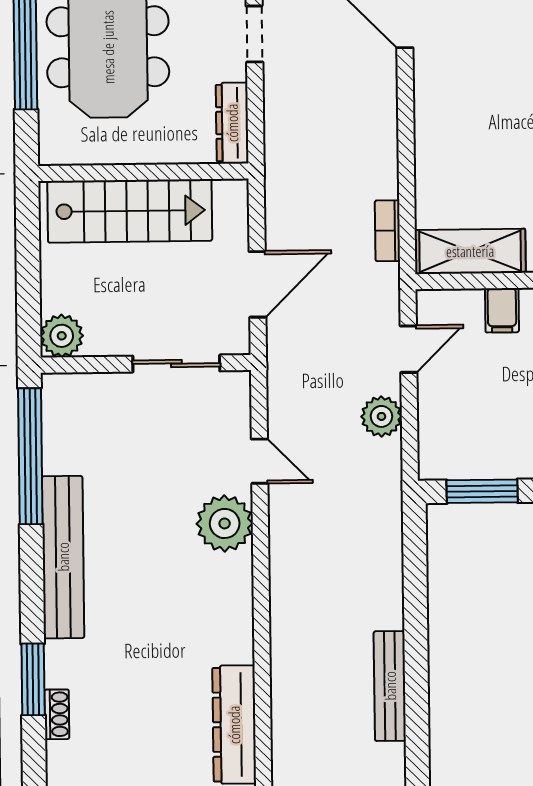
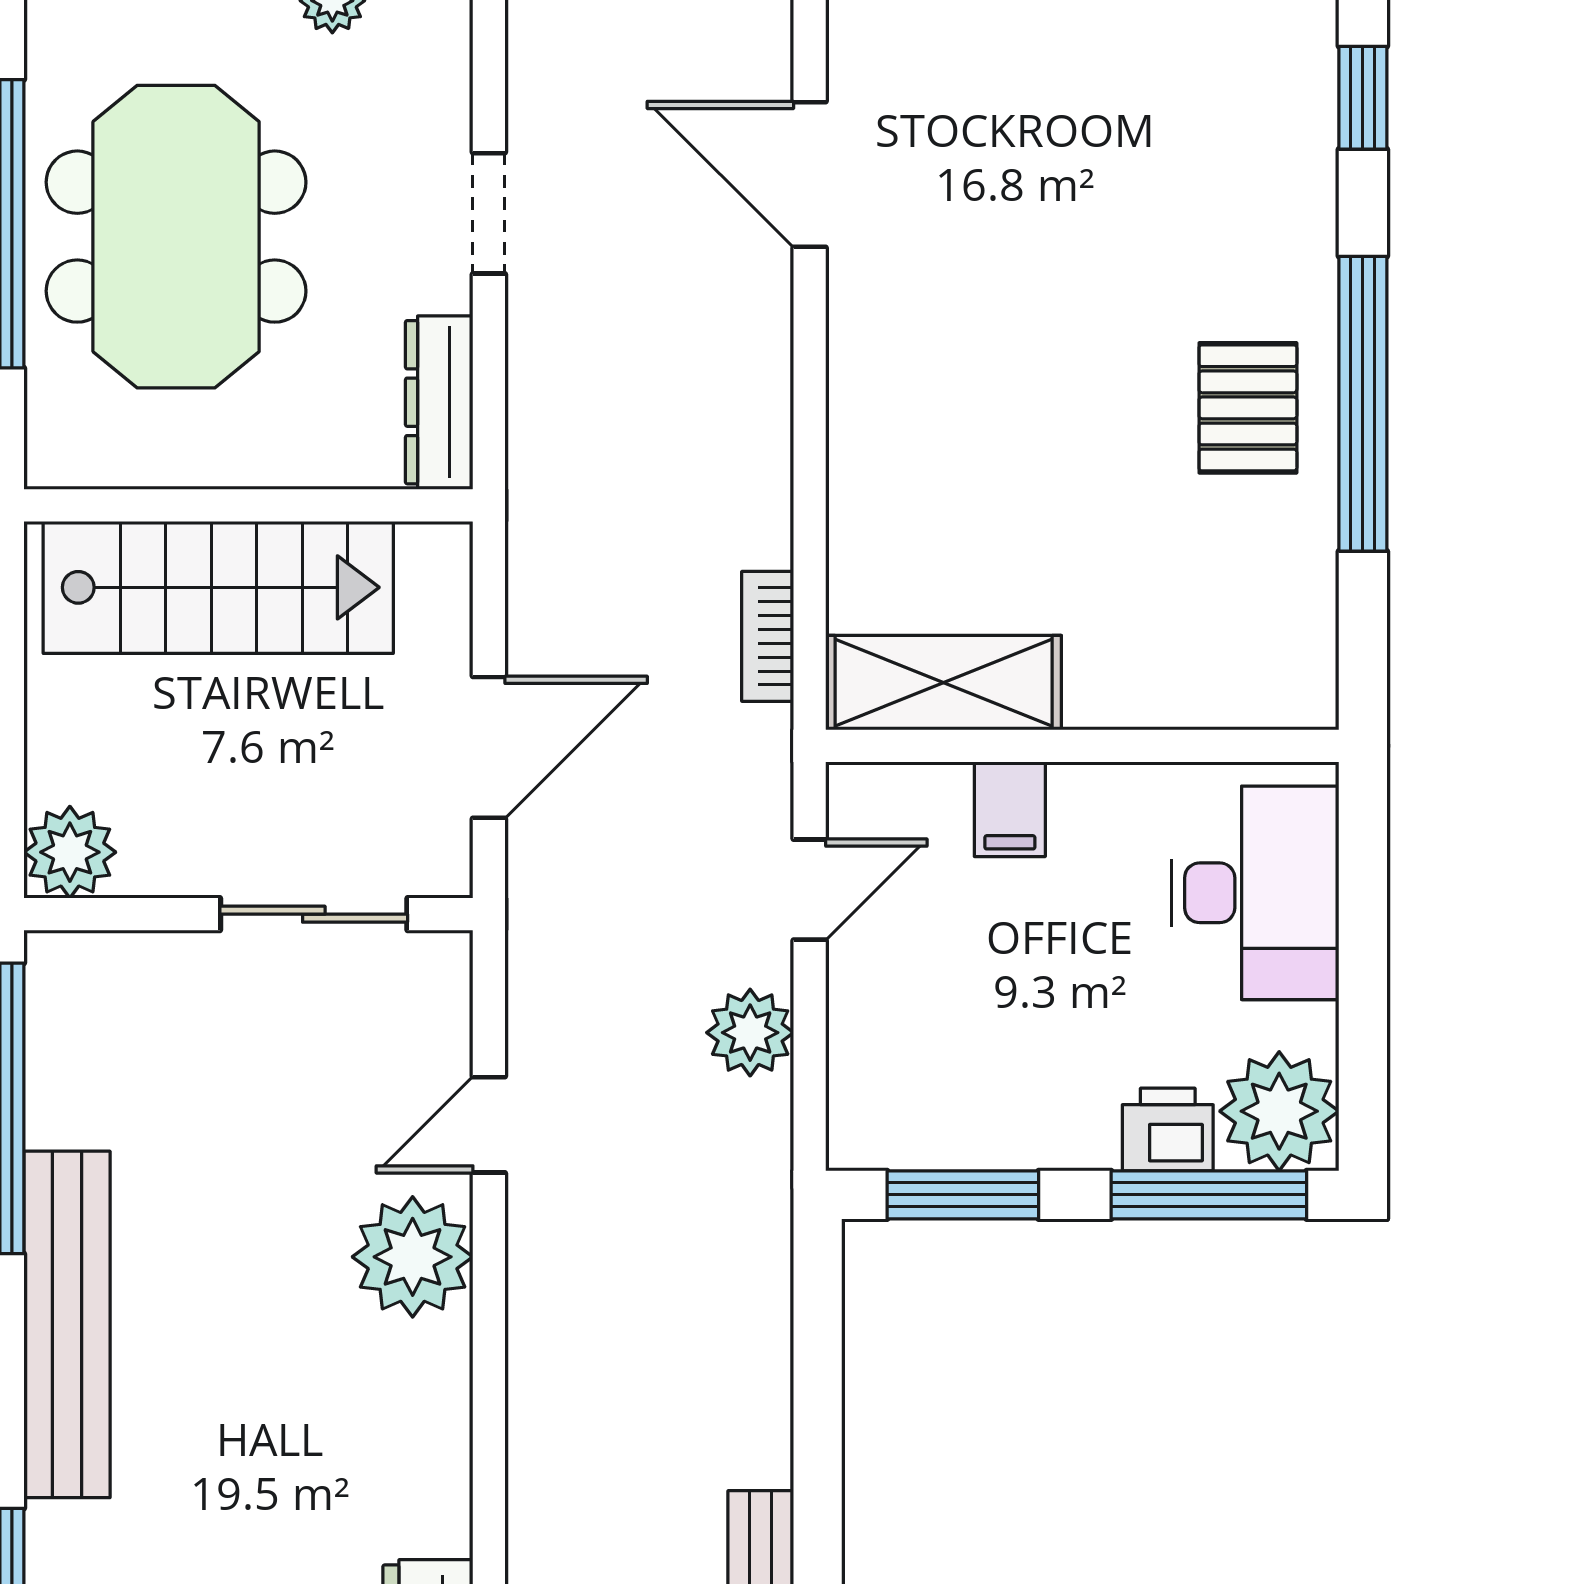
door: (260, 461) -> (489, 1125), swing flipped

